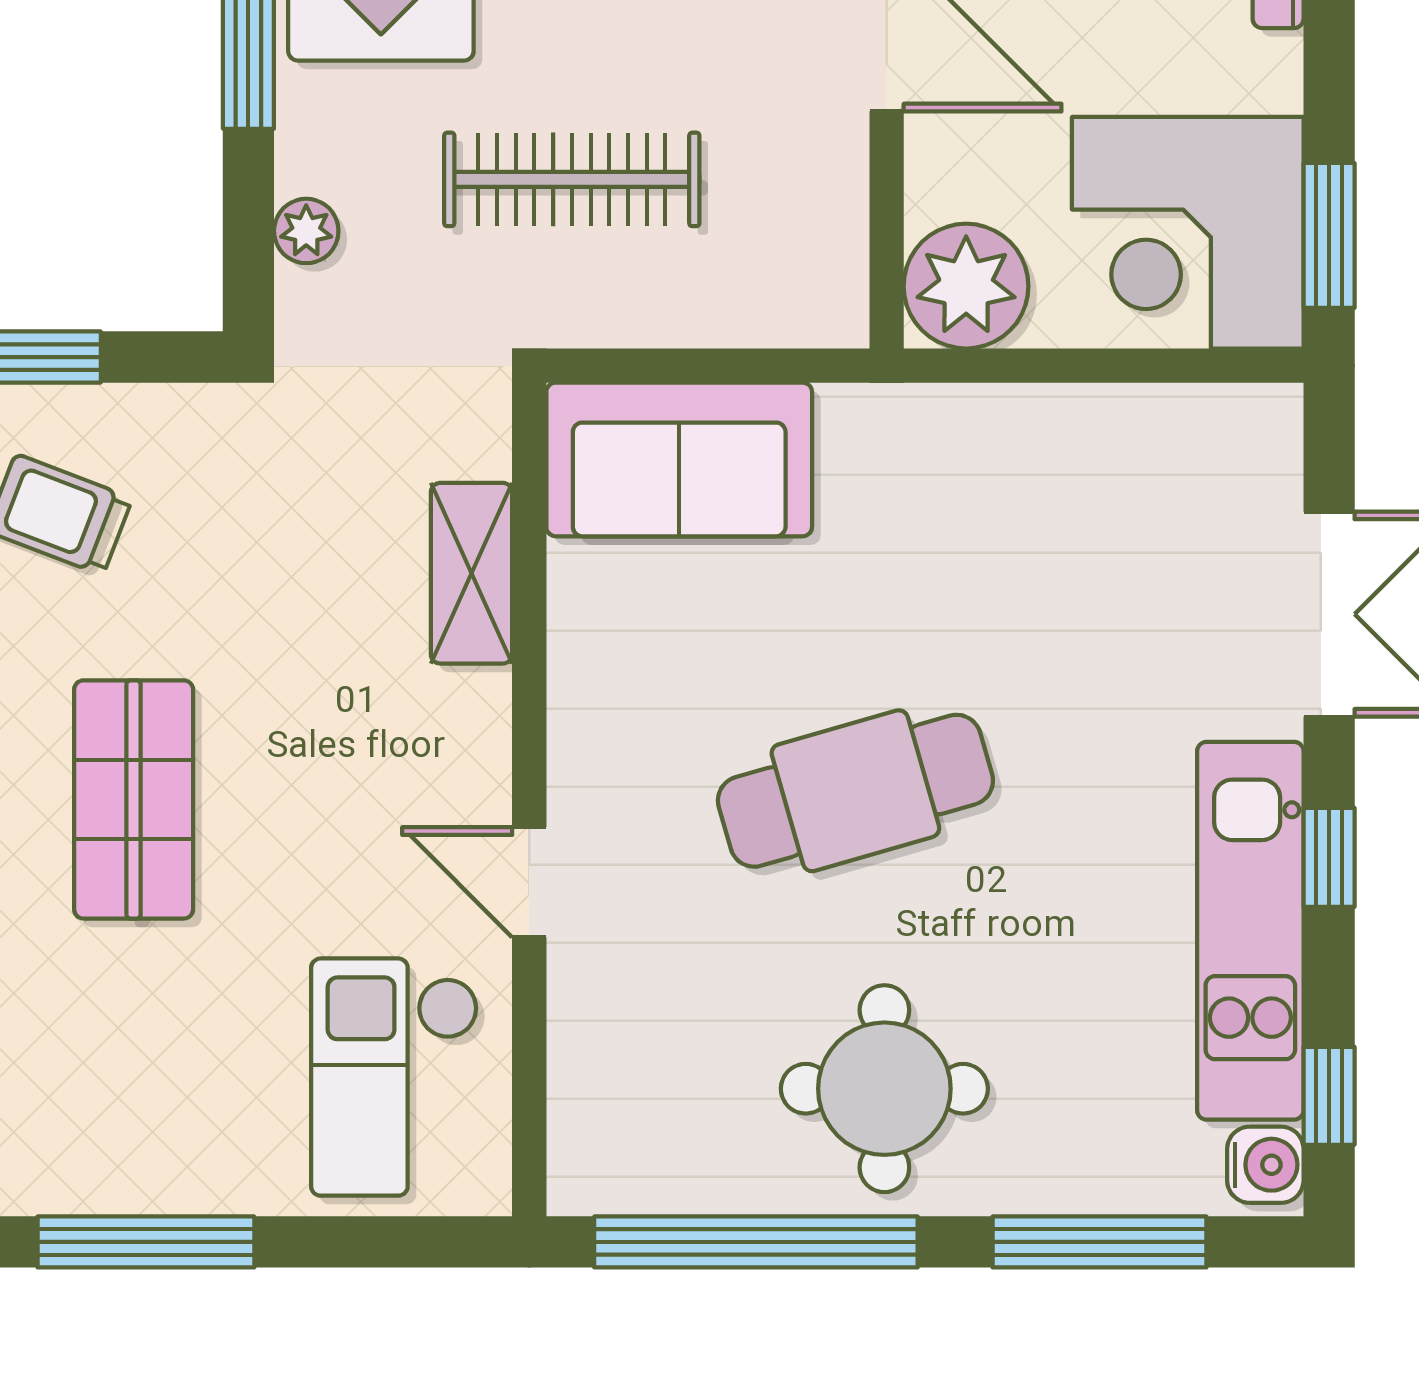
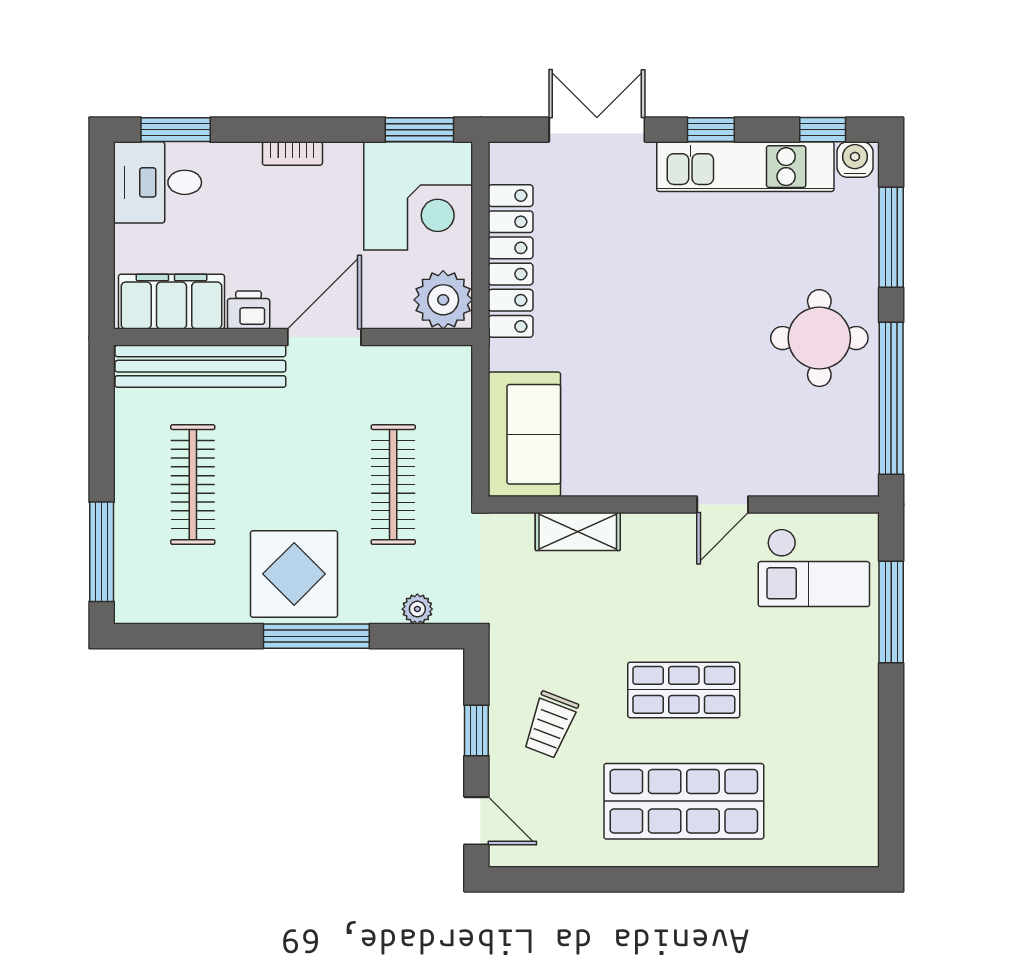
locker: (1049, 430) -> (511, 261), added
cafe table: (855, 791) -> (680, 352), removed
window: (146, 1242) -> (891, 612), moved

